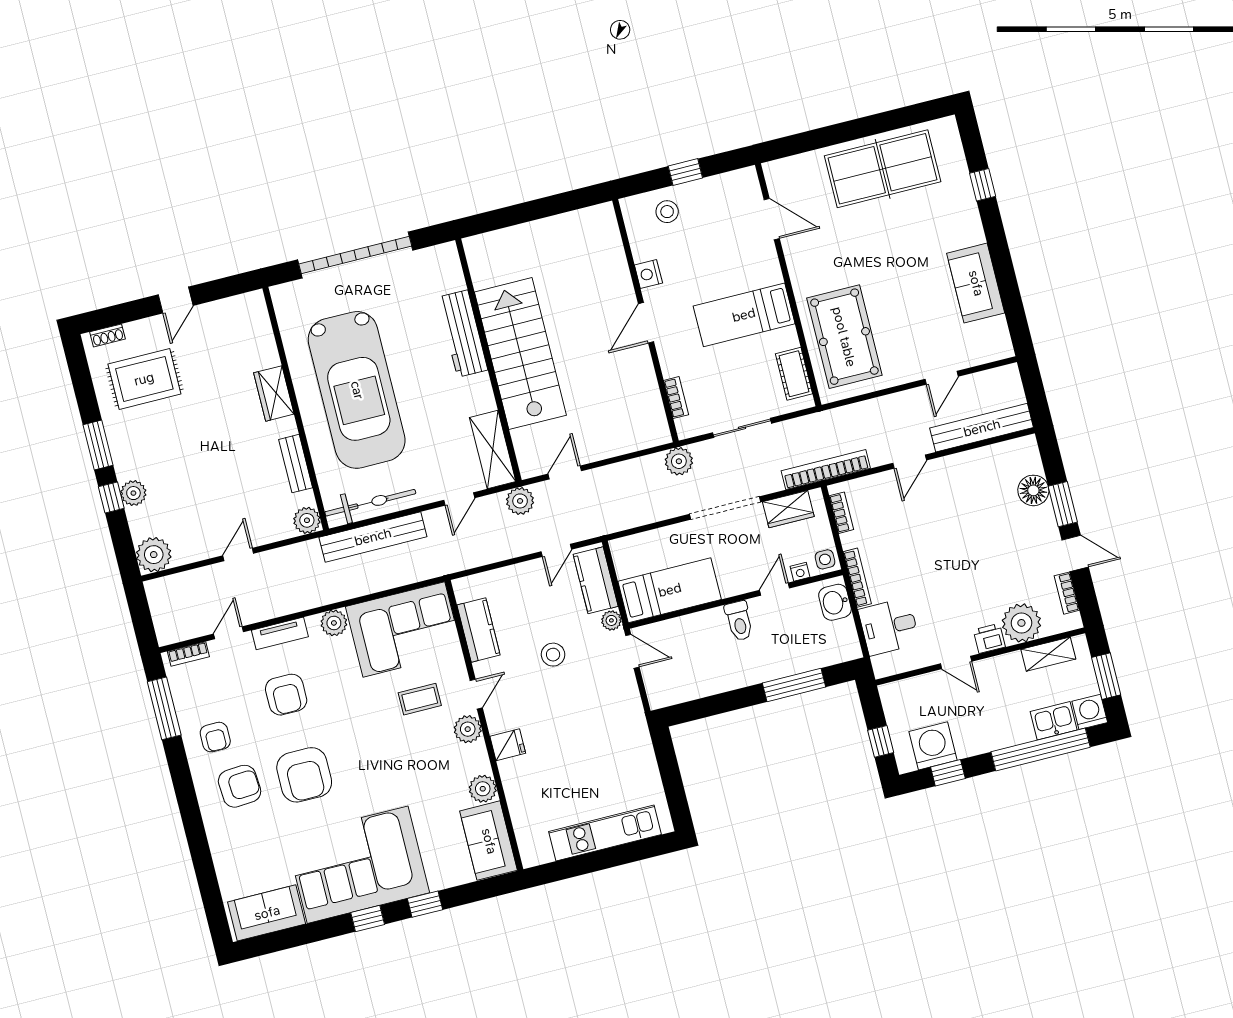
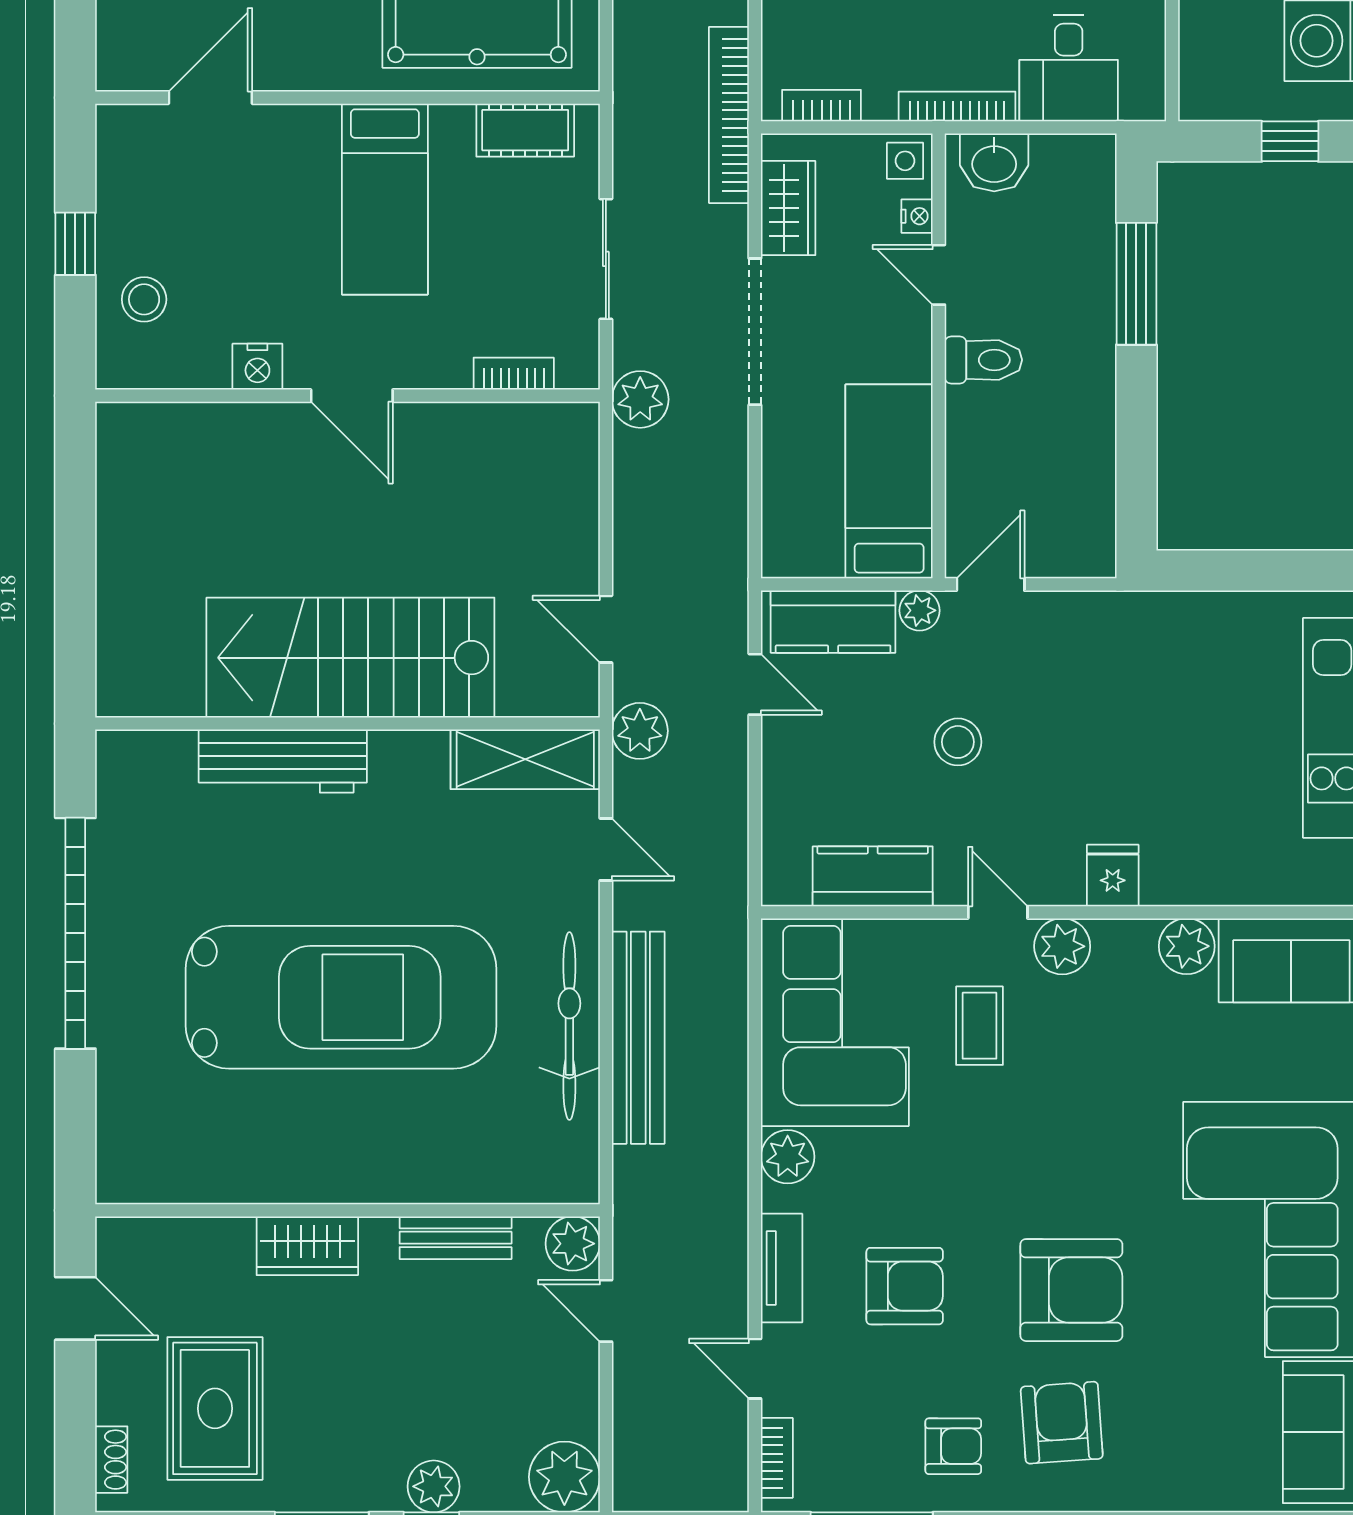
wardrobe: (274, 393) -> (307, 1246), moved
wall: (296, 408) -> (348, 1210), moved
bench: (296, 464) -> (456, 1238), moved
plant: (307, 520) -> (573, 1244), moved

